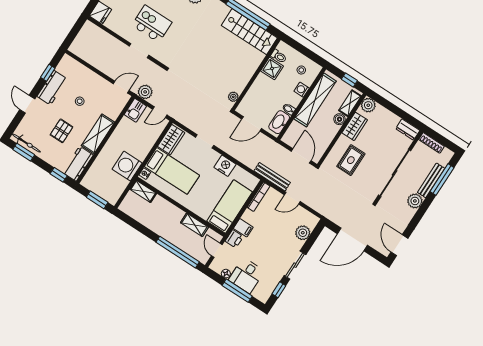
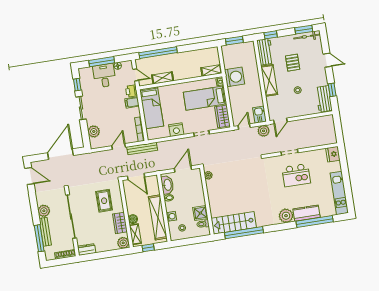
workbench: (52, 88) -> (324, 99), moved

